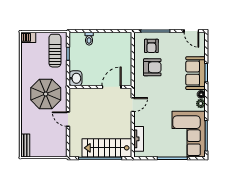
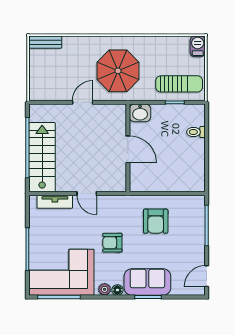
armchair: (151, 46) -> (112, 243), moved
door: (112, 87) -> (128, 149), moved
door: (133, 105) -> (87, 194), moved

